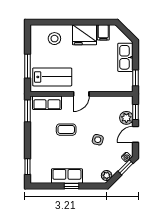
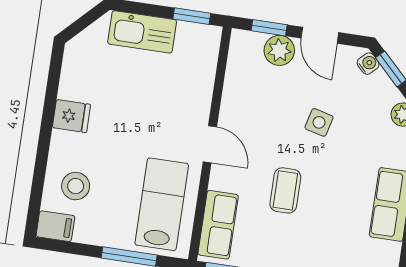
filing cabinet: (103, 32) -> (55, 226), moved
fridge: (85, 35) -> (71, 116), width x0.53, depth x0.75

